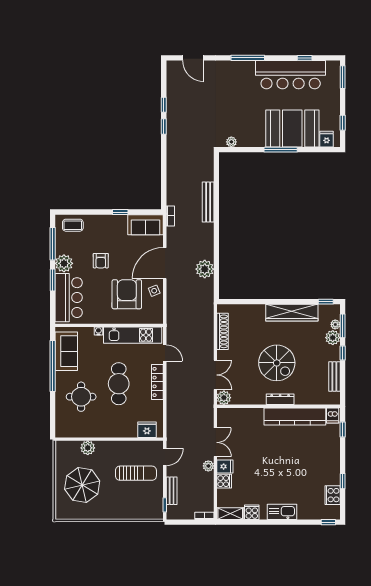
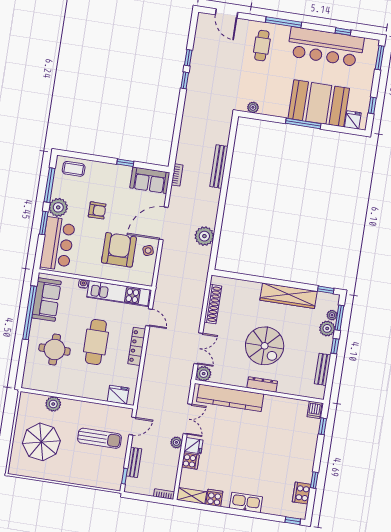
cafe table: (231, 83) -> (262, 46), added
armchair: (101, 261) -> (97, 210), turned -90
kitchen counter: (295, 416) -> (230, 398), moved

